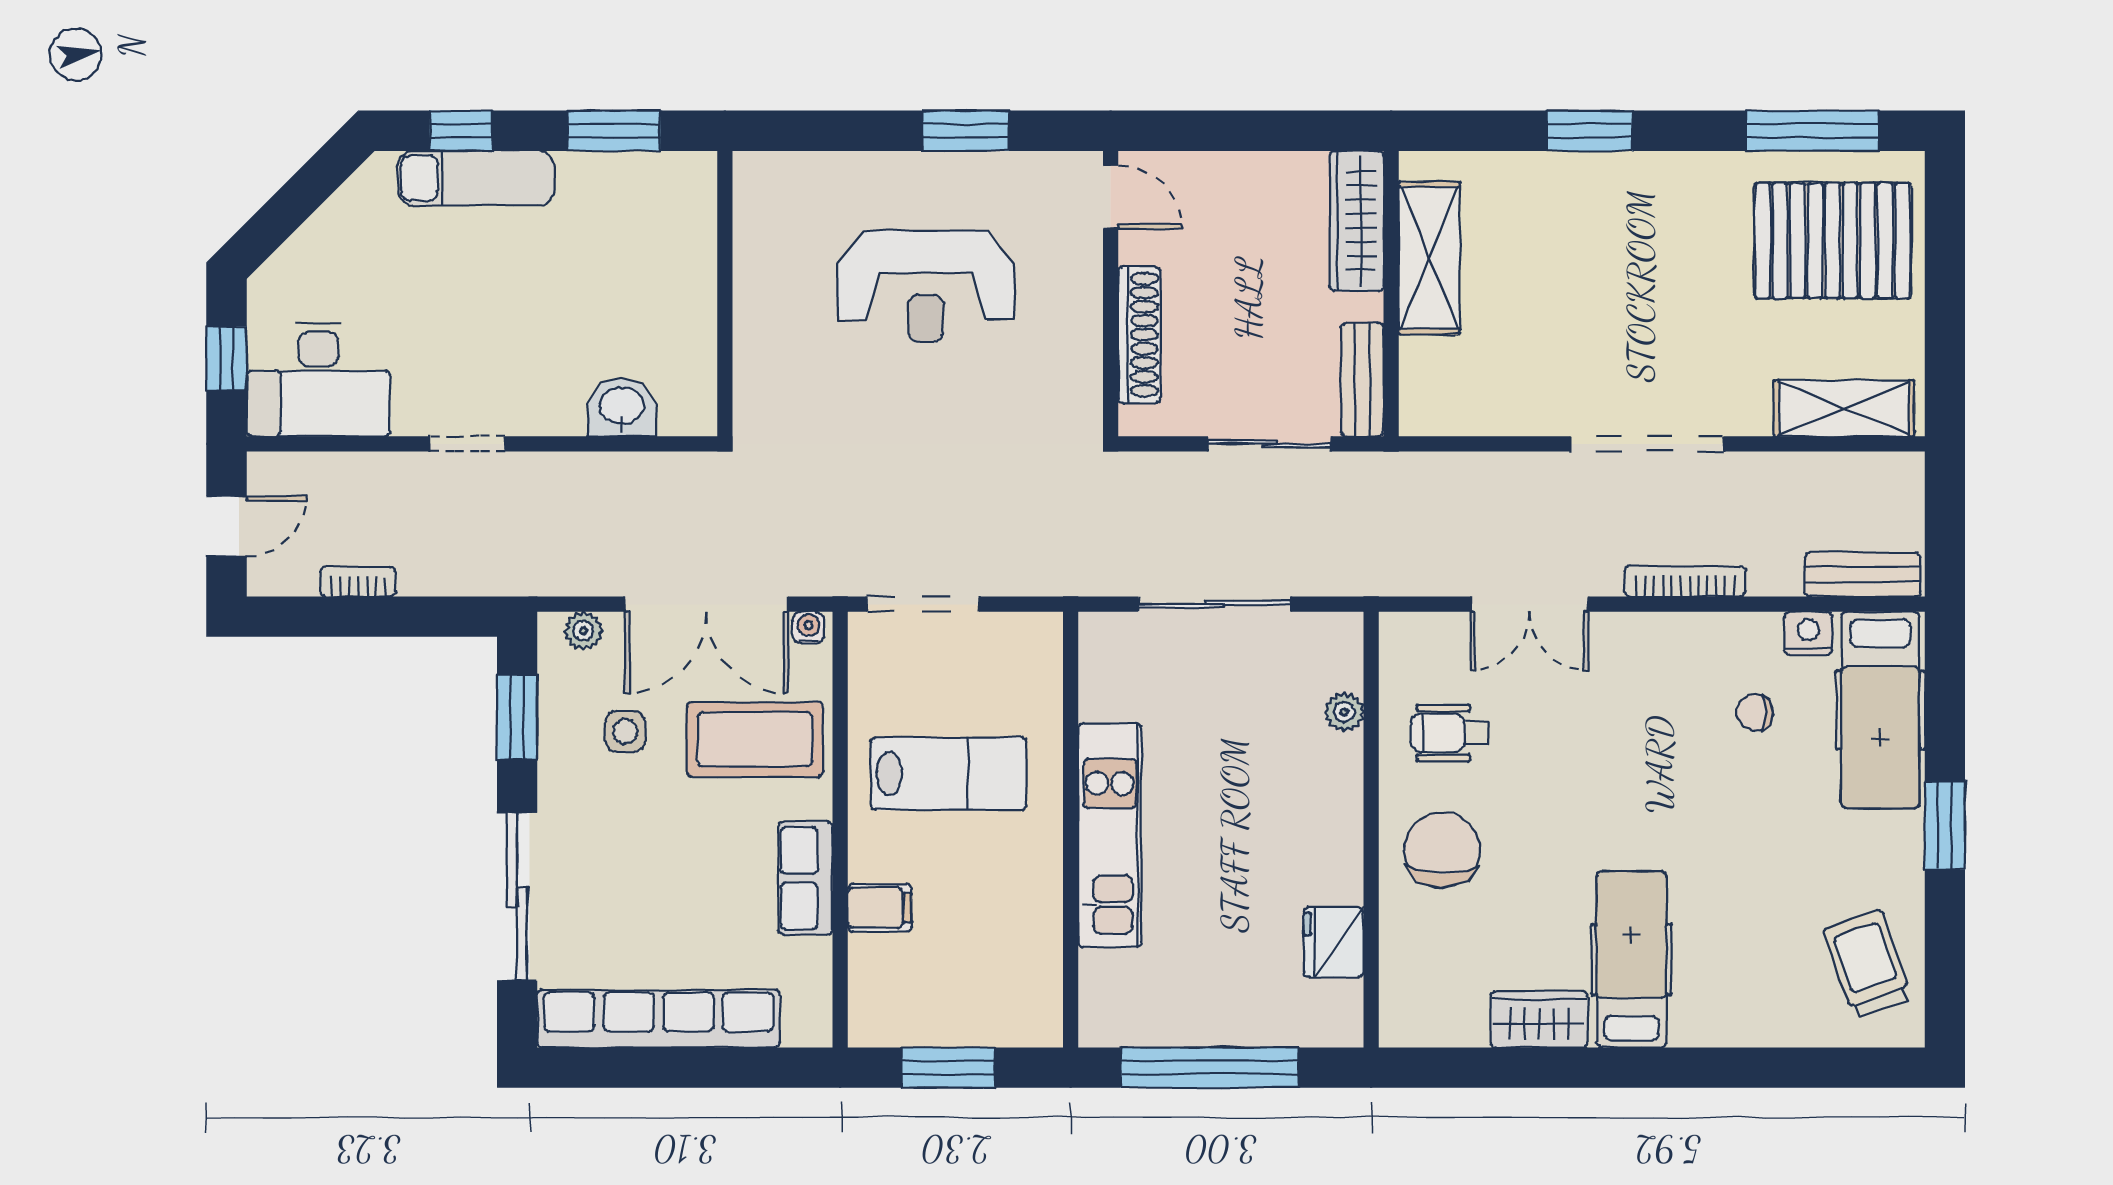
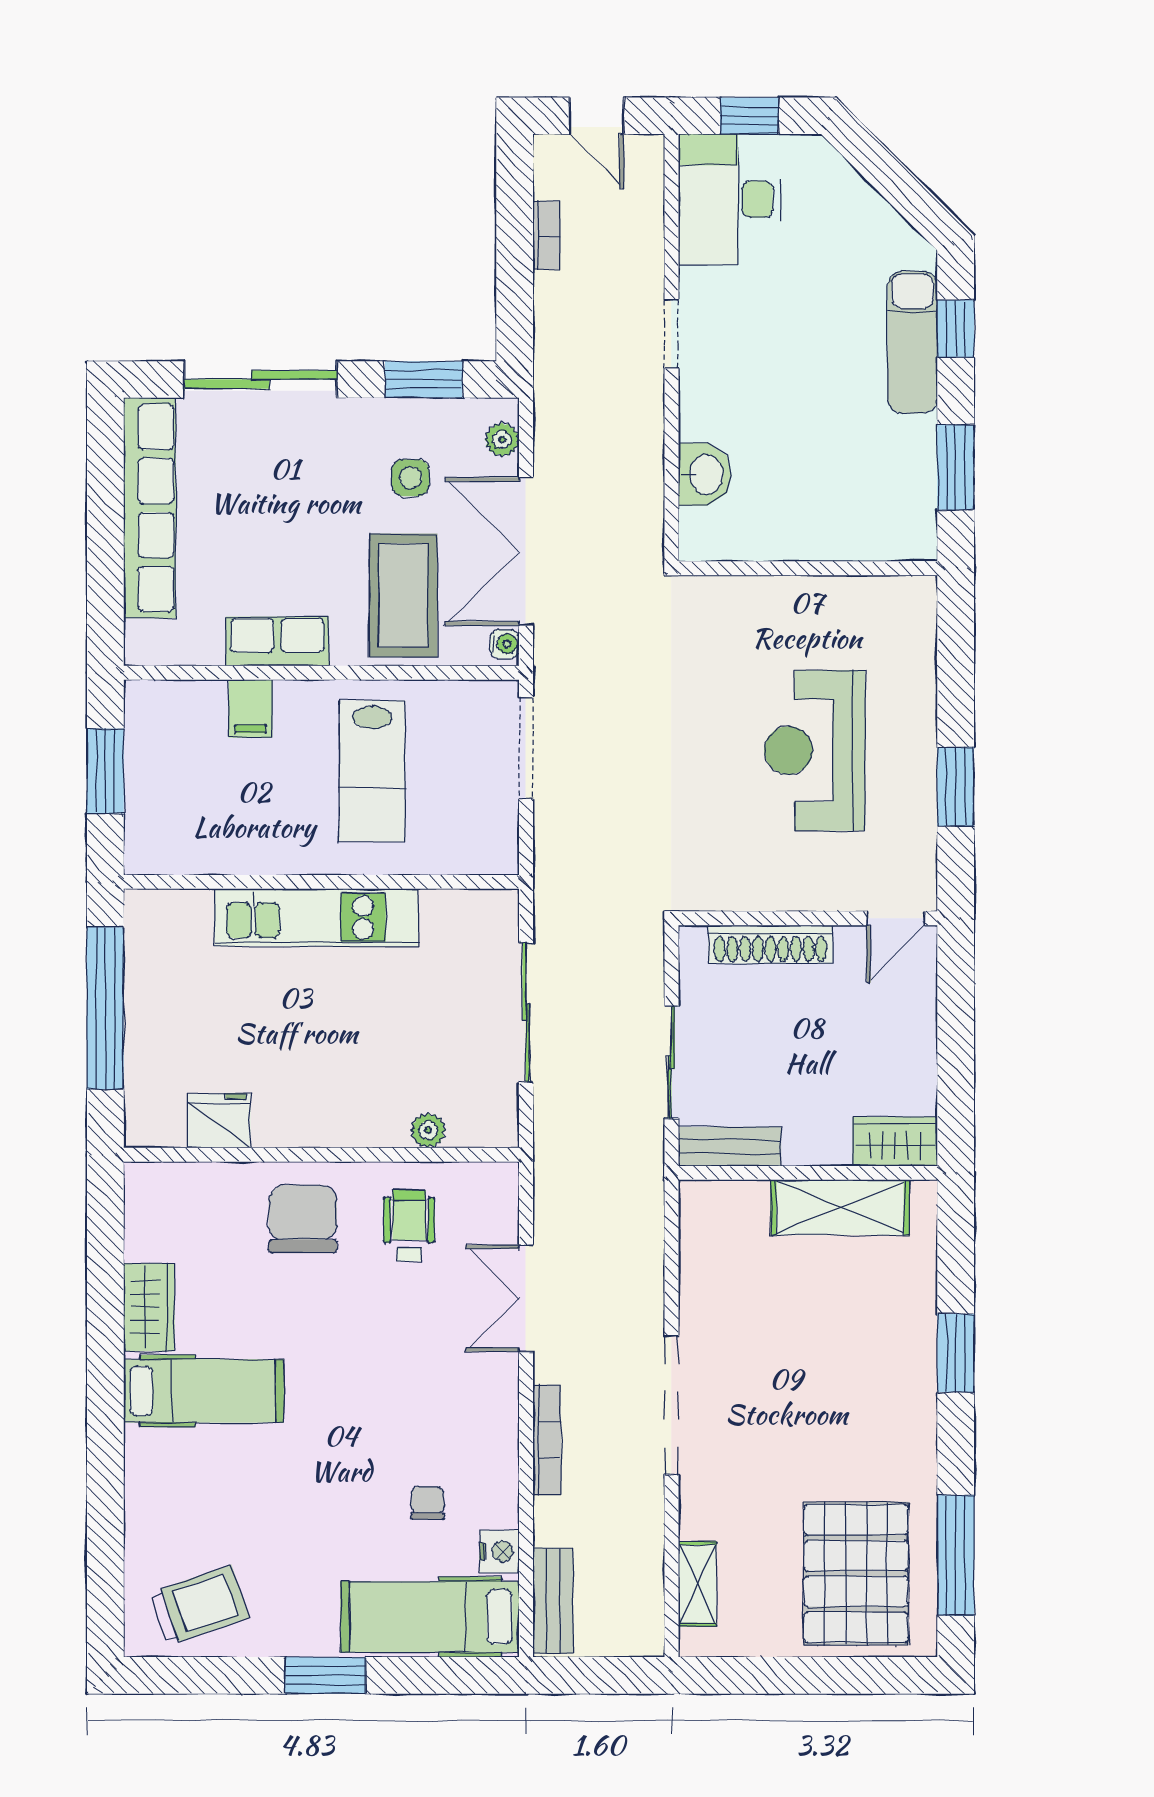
wardrobe: (1357, 221) -> (895, 1141), width x0.67
shelving: (1844, 408) -> (697, 1584), width x0.67, depth x0.75
chair: (1442, 850) -> (303, 1219), turned -90

